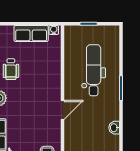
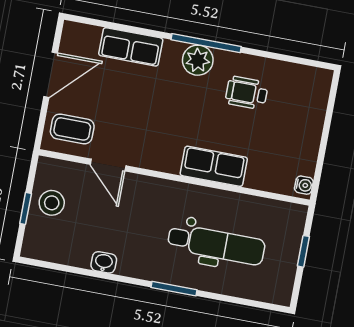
row of seats: (31, 33) -> (214, 166), moved, turned 90
door: (63, 110) -> (108, 165), moved

